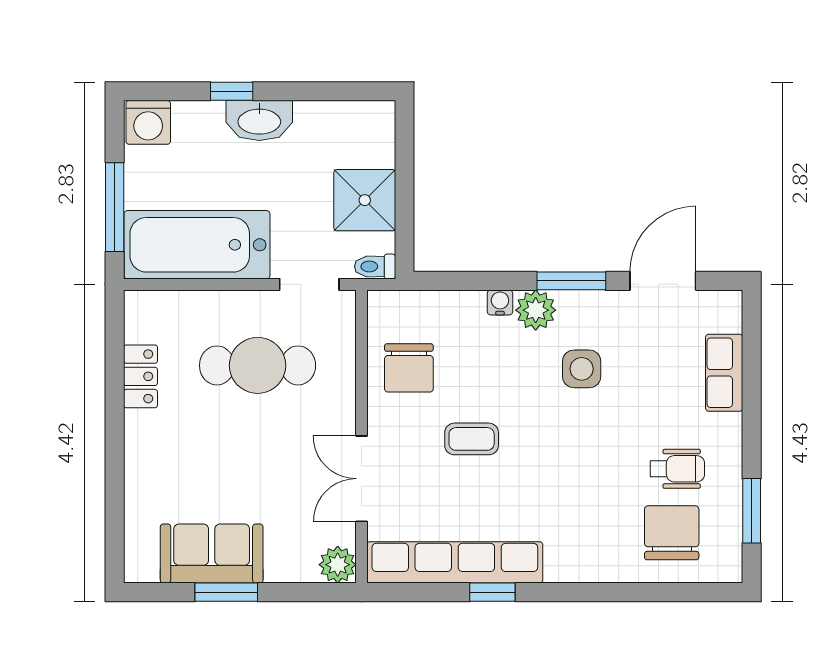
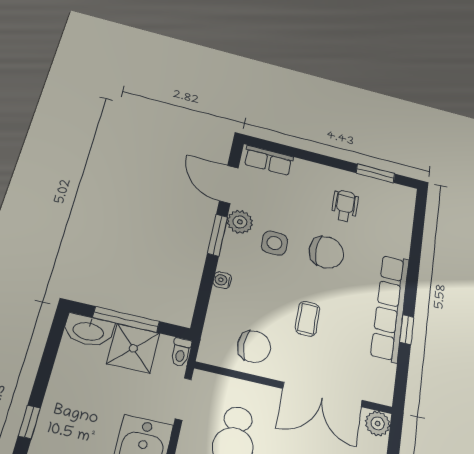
washbasin: (259, 120) -> (88, 331), moved, turned 90
window: (405, 180) -> (126, 319), added
plant: (536, 310) -> (240, 222), moved
row of seats: (724, 373) -> (268, 160), moved
double door: (362, 479) -> (323, 394), width x1.37
chair: (672, 533) -> (326, 252), moved, turned 180
row of seats: (455, 562) -> (390, 307), moved

